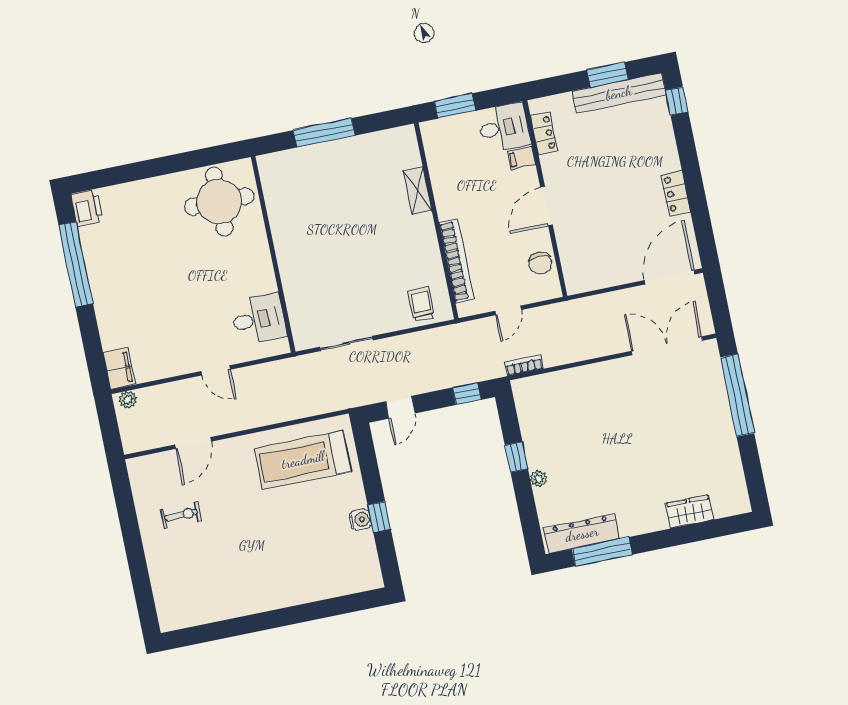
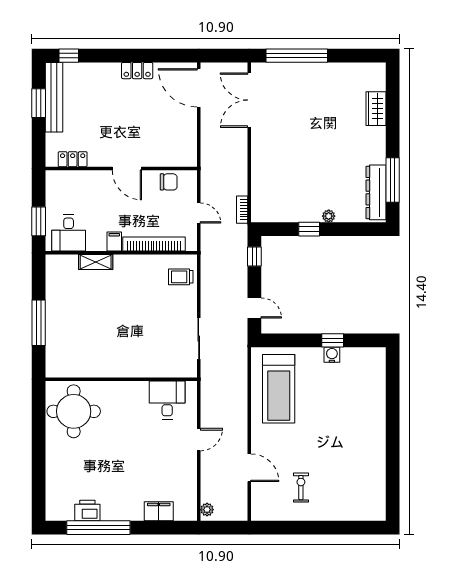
desk: (504, 128) -> (69, 233), moved, turned 180
filing cabinet: (521, 158) -> (114, 241), moved, turned 180
printer: (87, 207) -> (87, 510), moved
filing cabinet: (119, 369) -> (159, 511), moved

